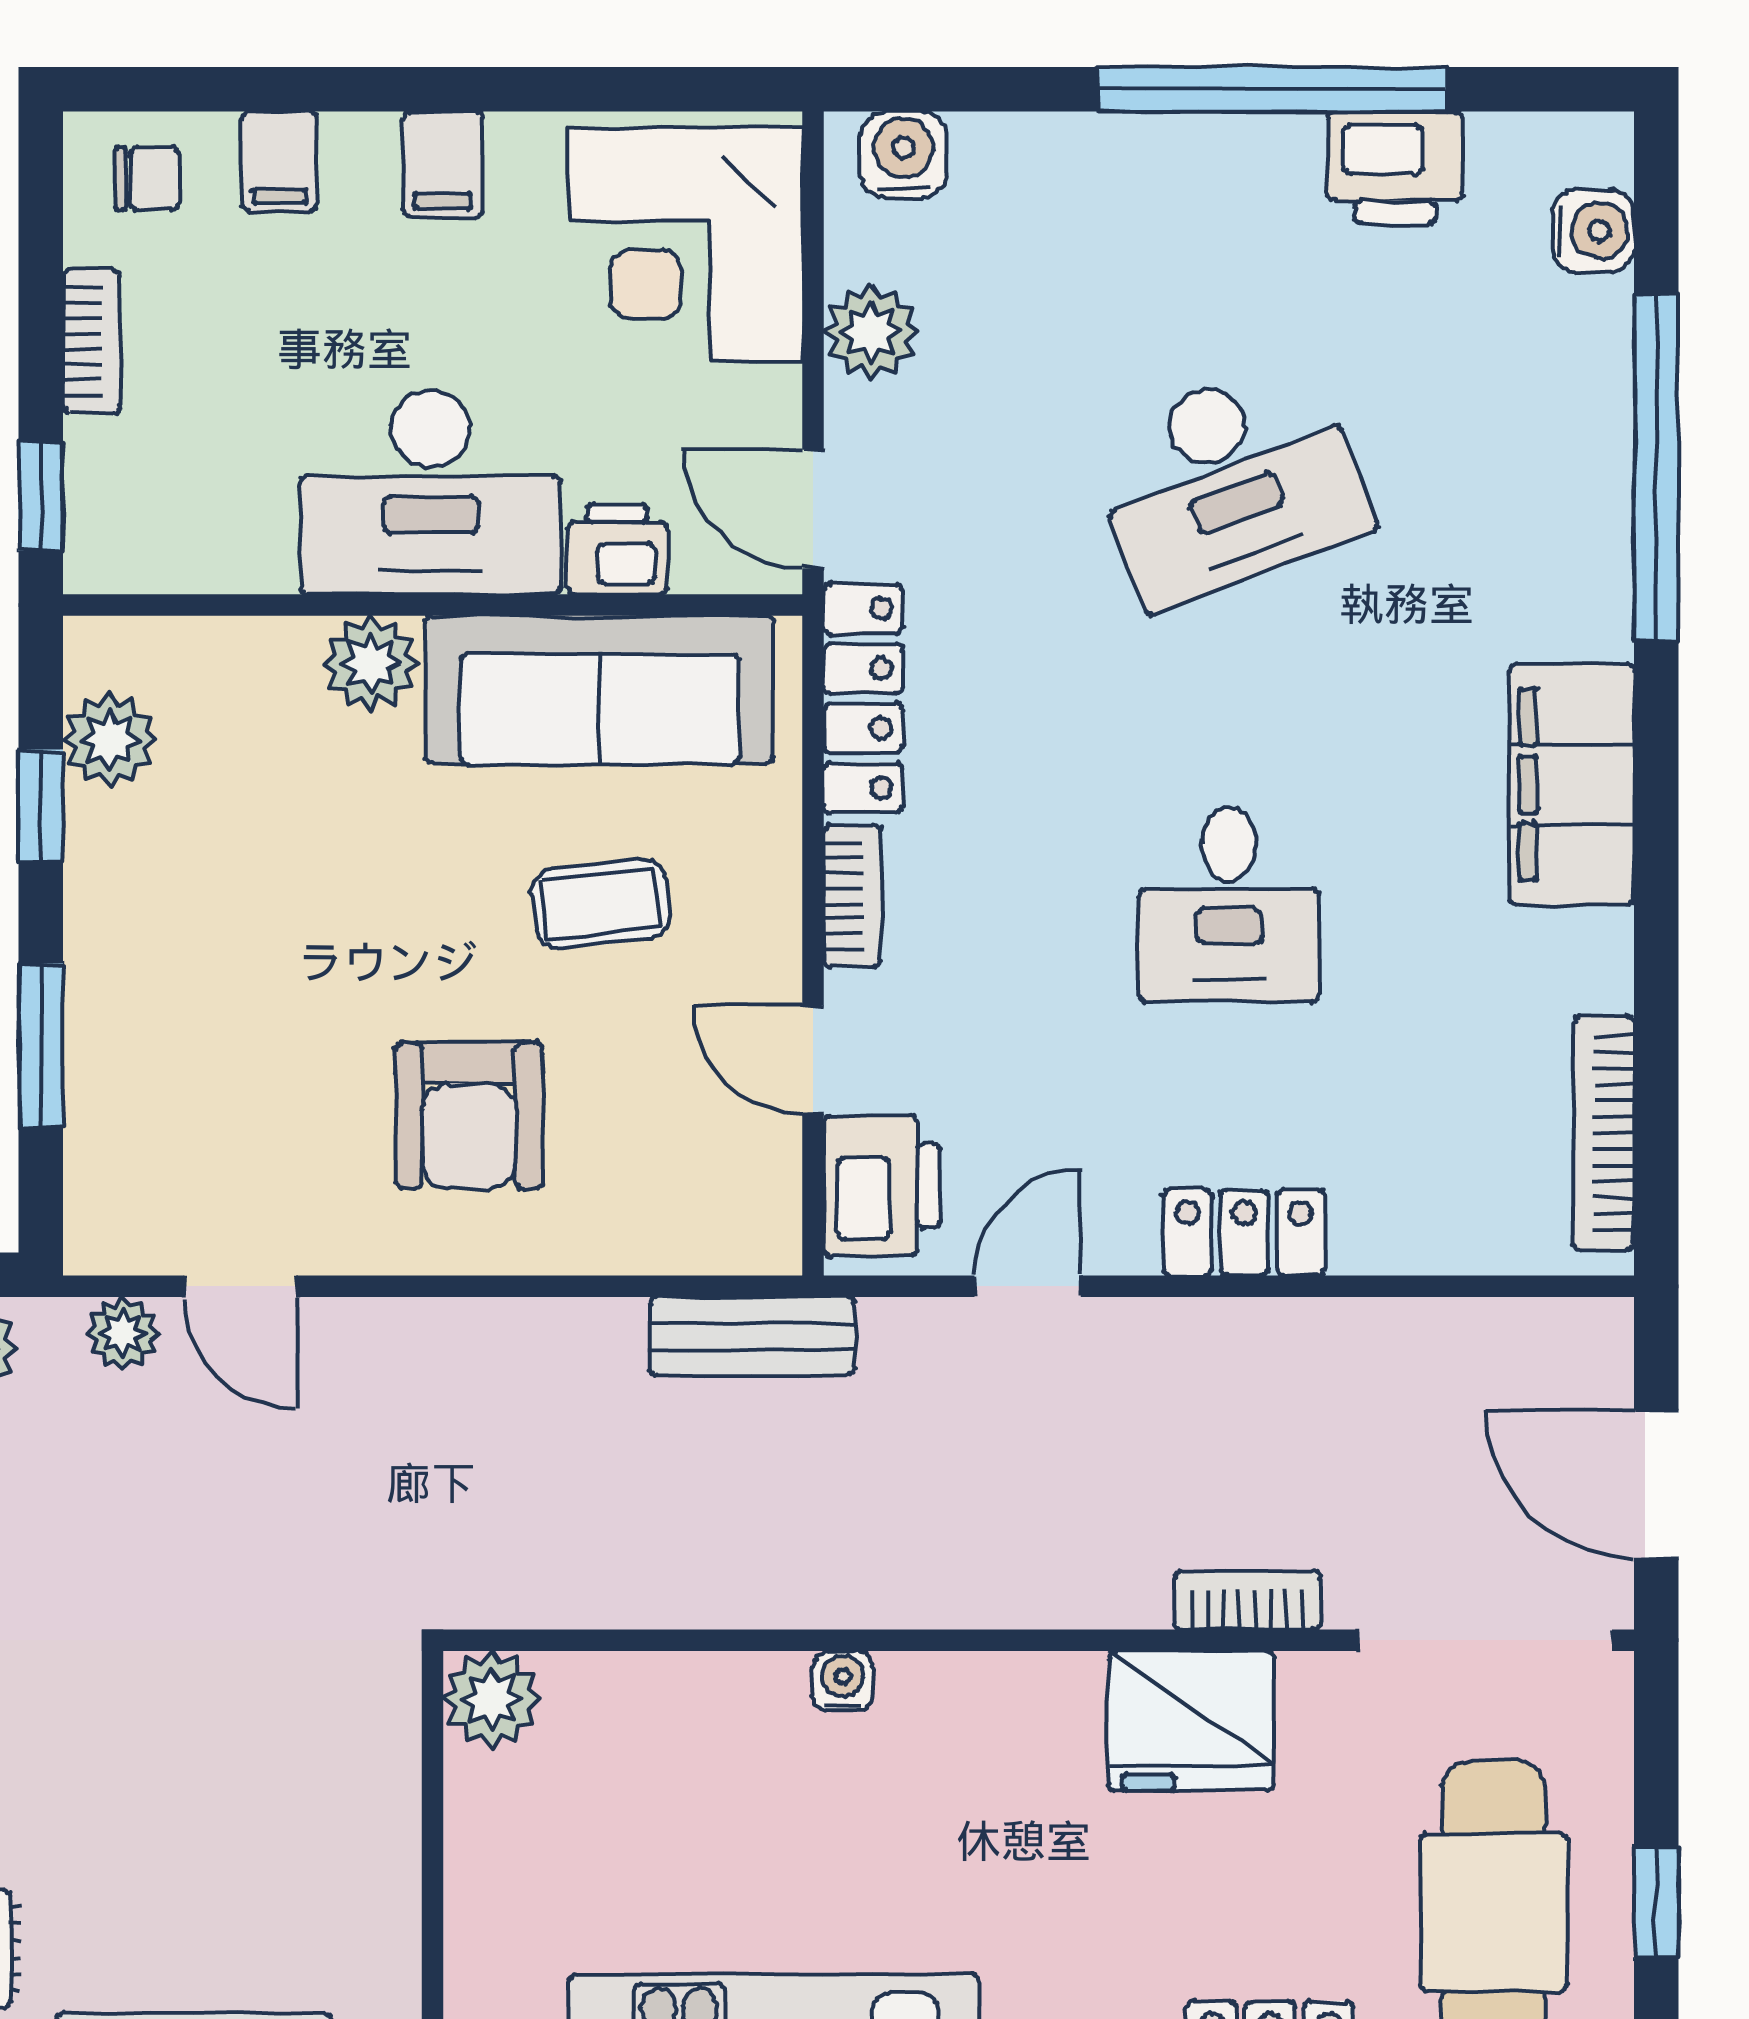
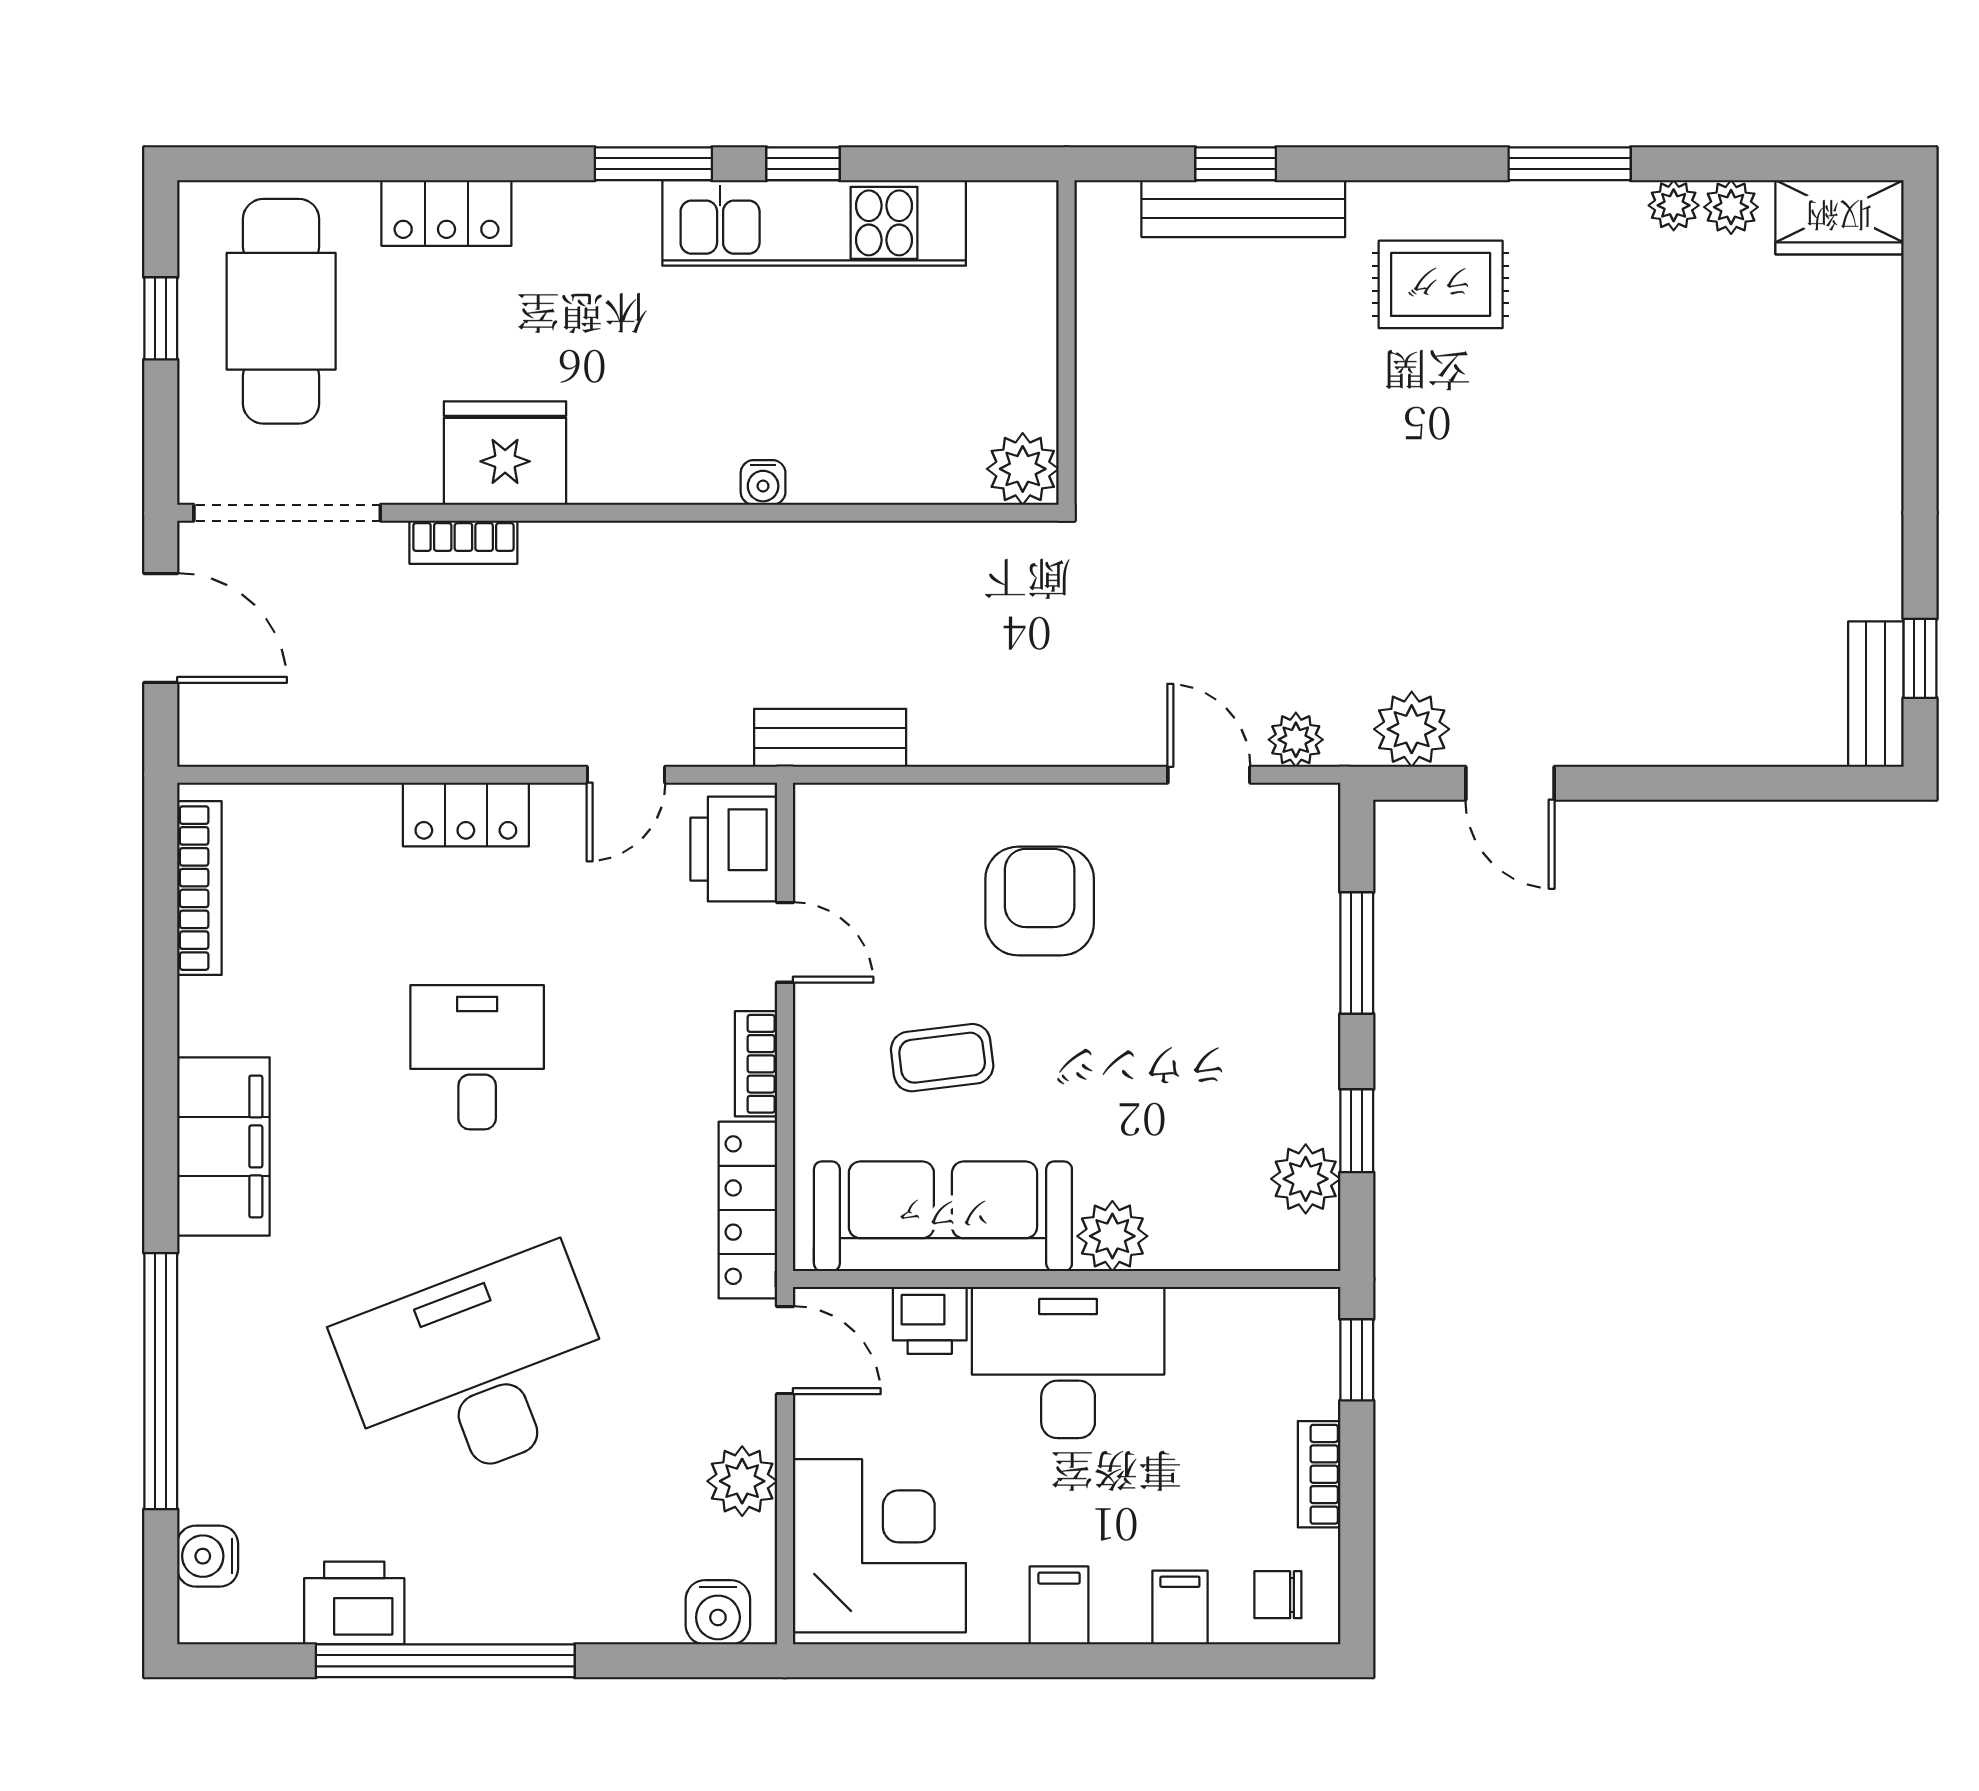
desk: (1229, 482) -> (477, 1370), width x1.36, depth x1.30

